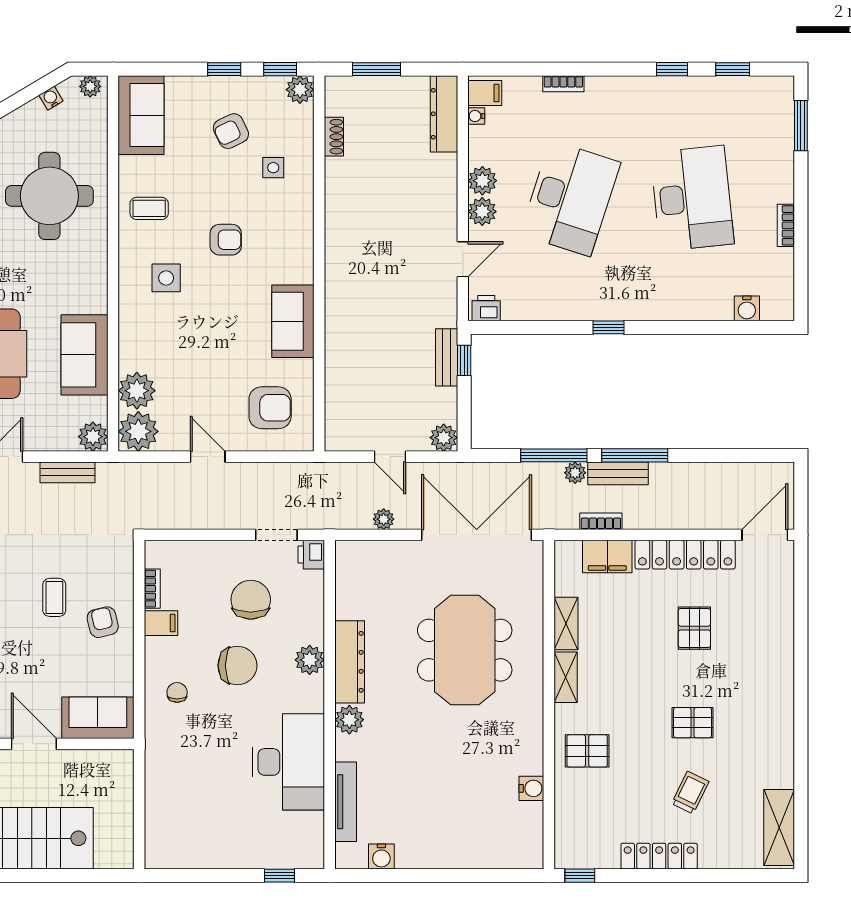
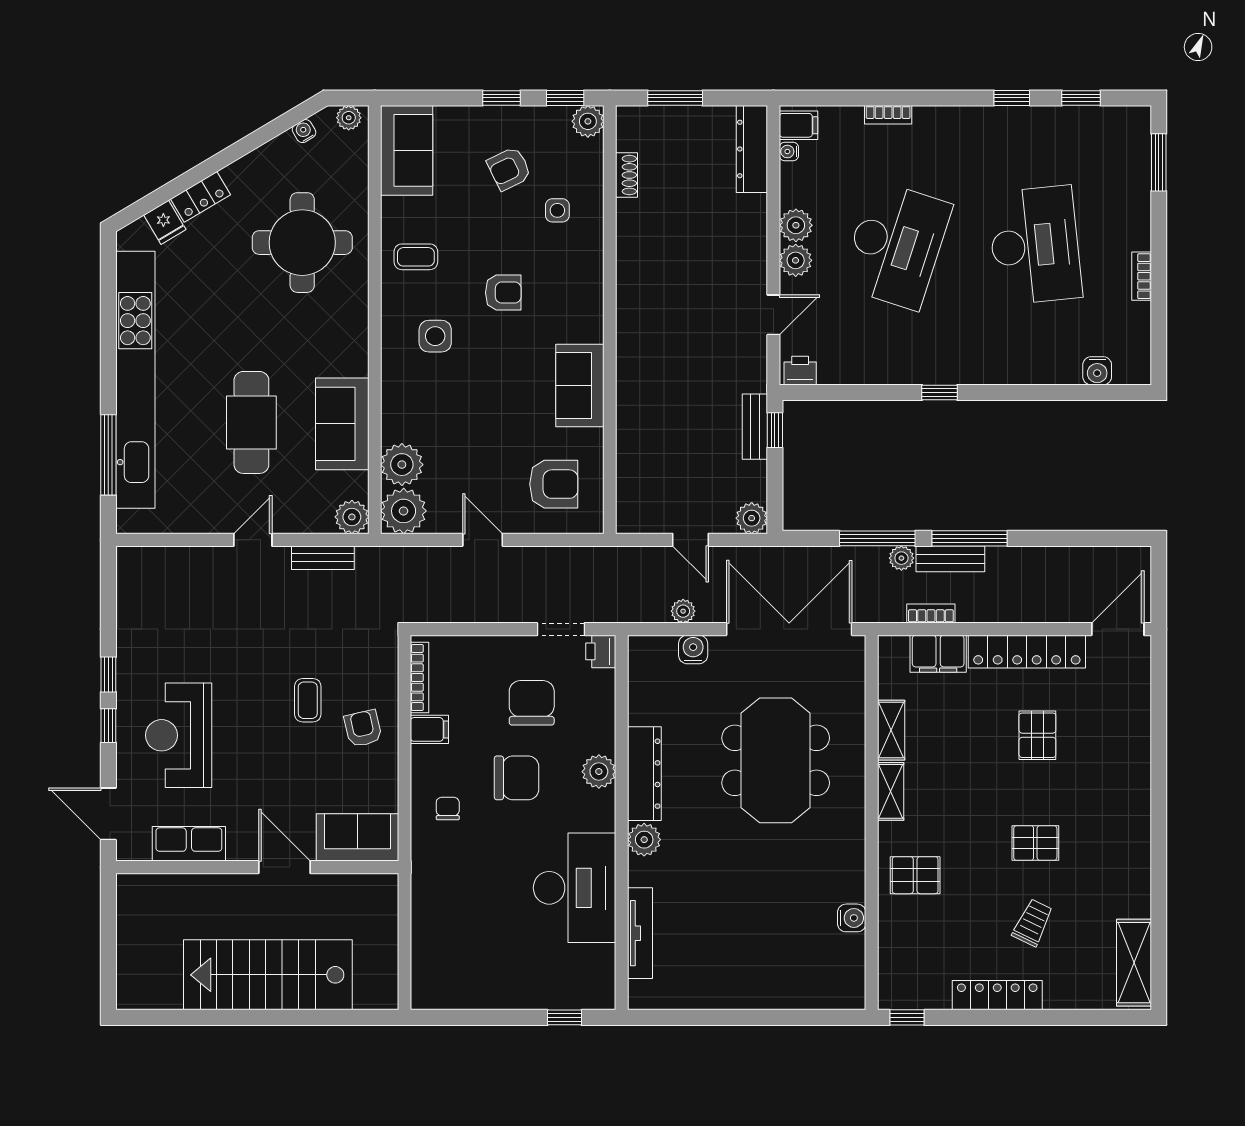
bookcase: (152, 589) -> (419, 678), width x1.56
water cooler: (381, 856) -> (693, 649), moved, turned 180

